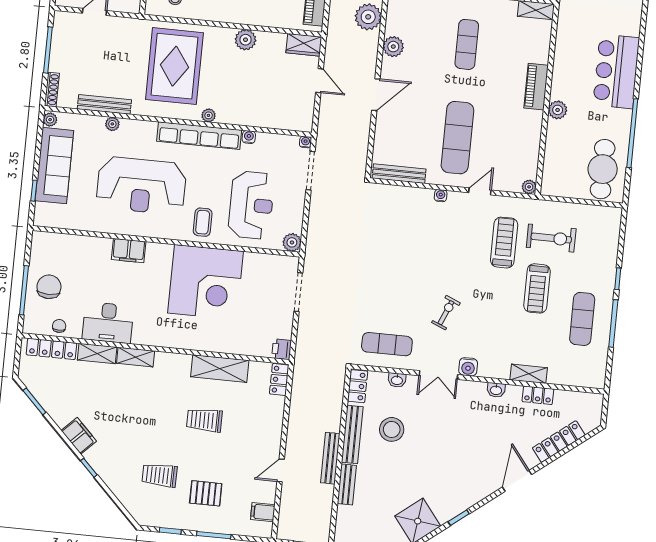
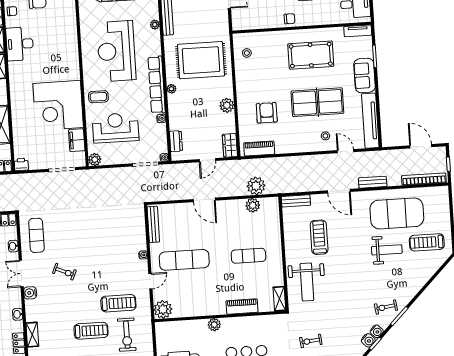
plant: (393, 47) -> (253, 205), moved
piano: (536, 87) -> (242, 307), moved
dresser: (285, 121) -> (176, 141), added
plant: (529, 187) -> (163, 309), width x1.88, depth x1.88
door: (480, 191) -> (150, 281), hinge flipped
reception desk: (251, 205) -> (115, 128), turned 180
filing cabinet: (129, 251) -> (77, 140), moved
treadmill: (537, 288) -> (91, 331), turned 180

